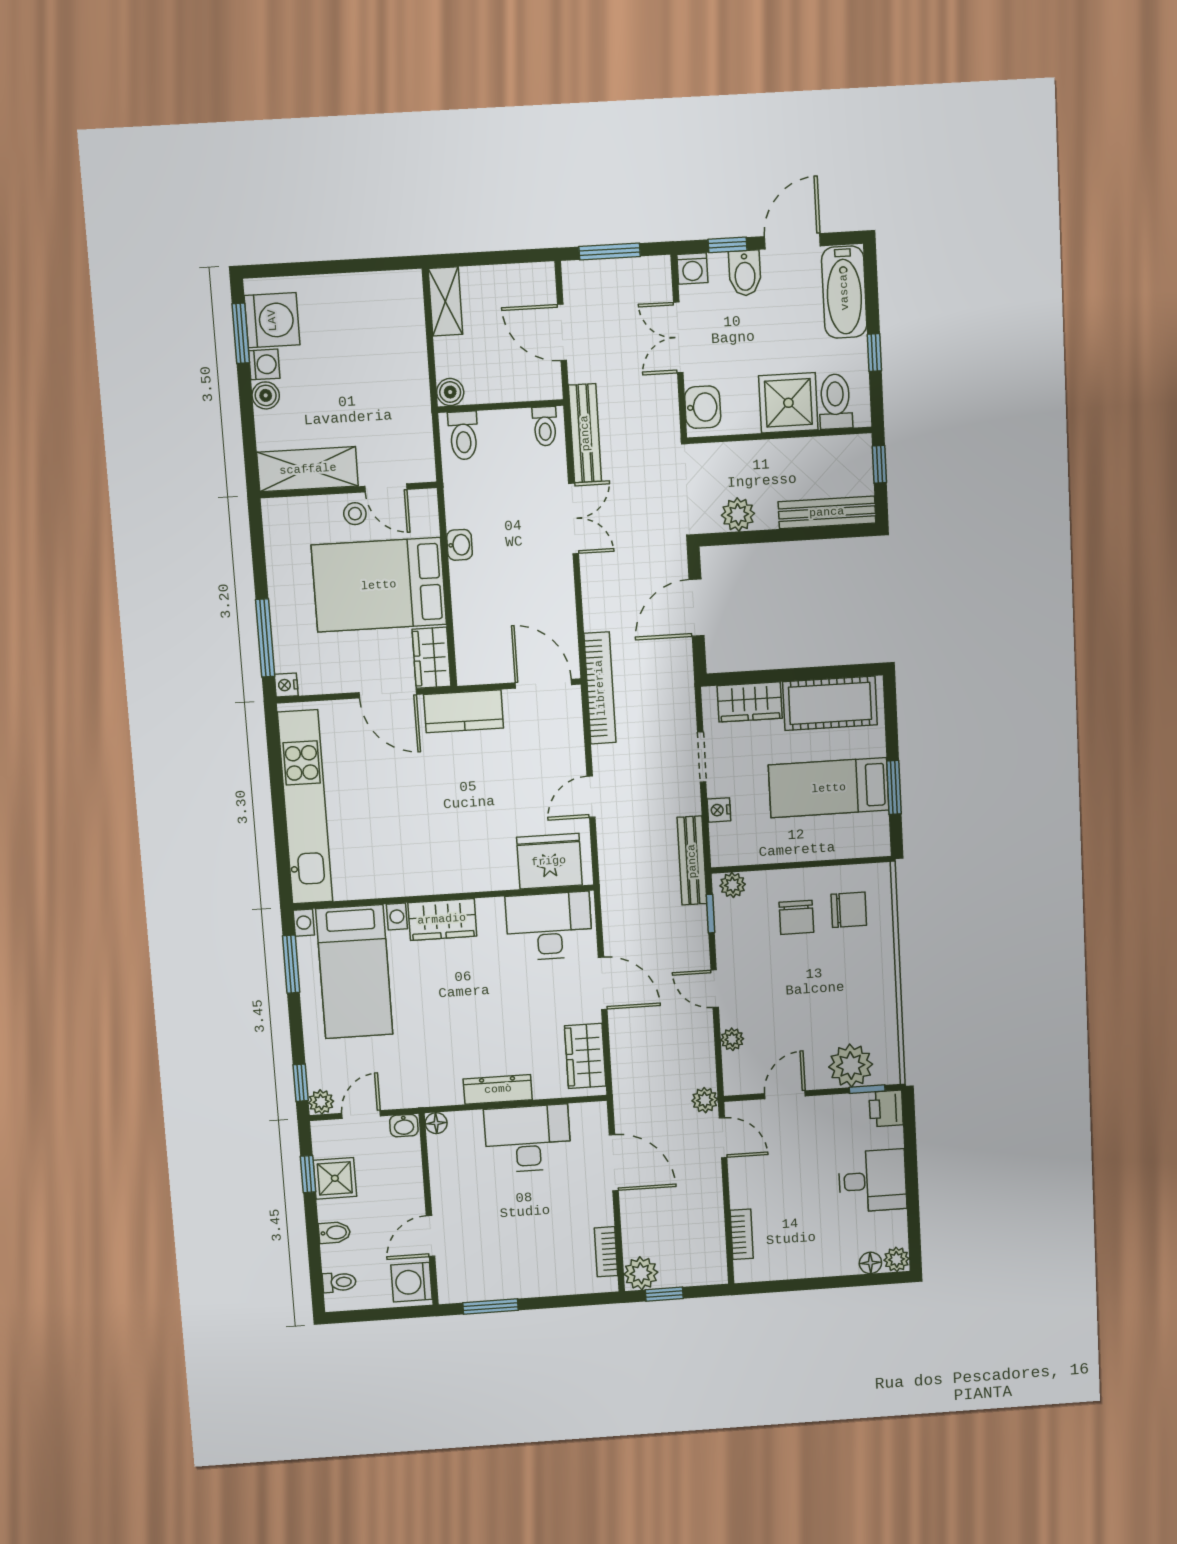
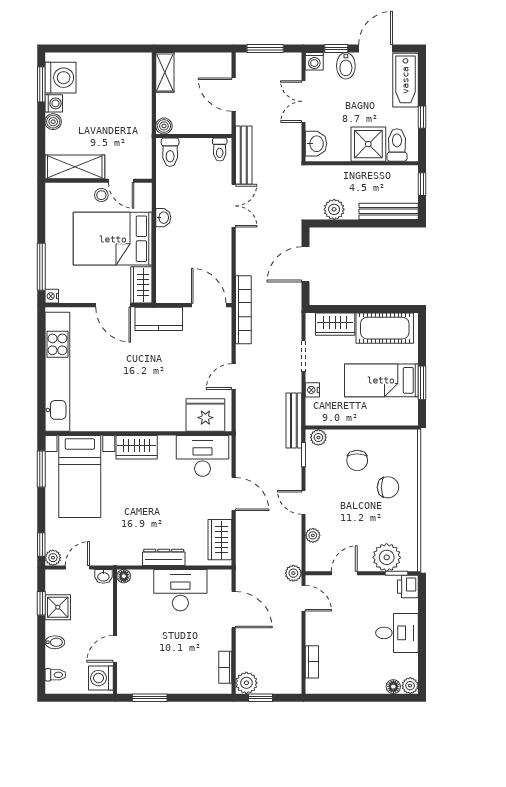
chair: (849, 910) -> (388, 487), moved

